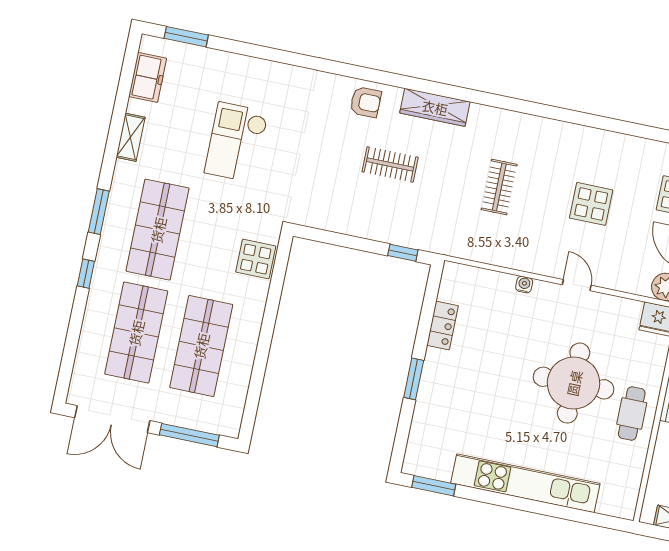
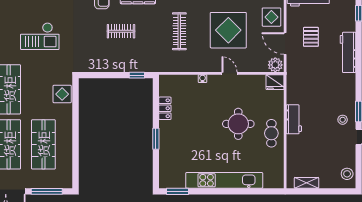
checkout: (236, 142) -> (40, 36), turned -90
clothes rail: (499, 187) -> (179, 31), width x1.36
display table: (591, 204) -> (228, 30), width x1.86, depth x1.86
round table: (574, 383) -> (238, 124), width x0.73, depth x0.73

